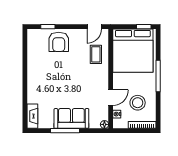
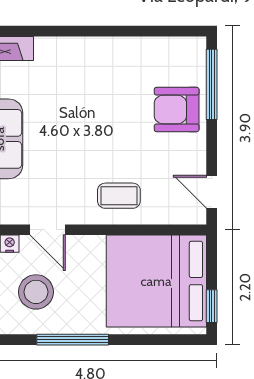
window: (48, 27) -> (212, 84), width x2.17
coffee table: (96, 54) -> (119, 196), moved
window: (158, 76) -> (73, 340), moved

